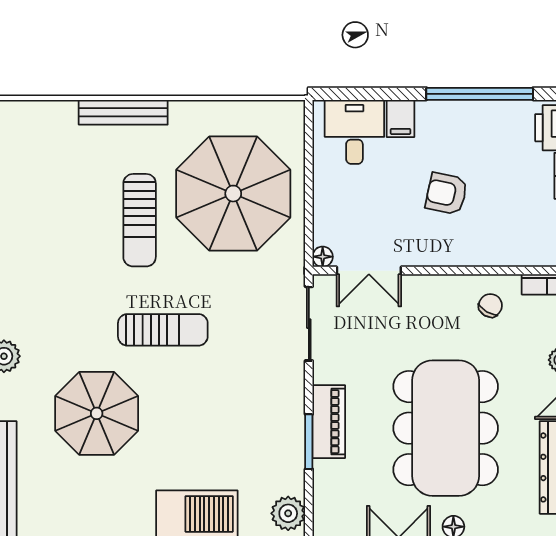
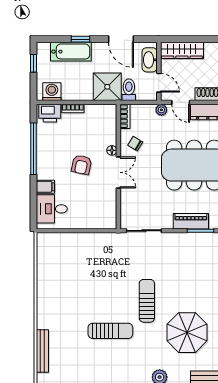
bench: (123, 112) -> (42, 351), moved
parasol: (233, 194) -> (81, 267), removed
sun lounger: (140, 220) -> (110, 331), moved
floor lamp: (323, 257) -> (112, 150), moved
double door: (369, 271) -> (118, 172), moved

